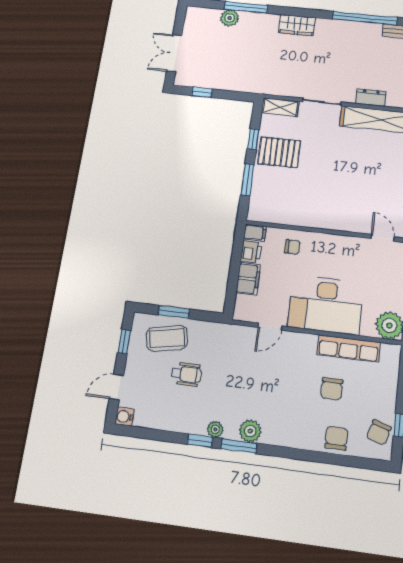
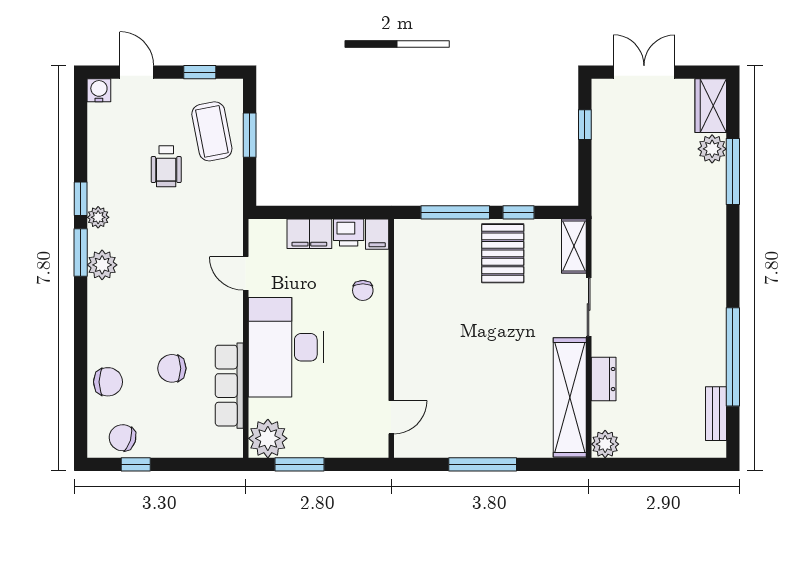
wardrobe: (297, 25) -> (711, 106), moved
window: (247, 180) -> (455, 212), width x1.44

